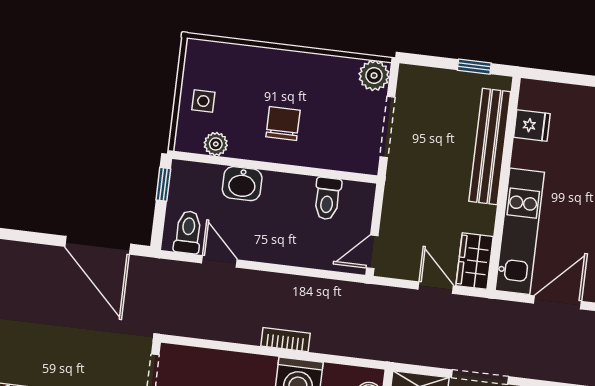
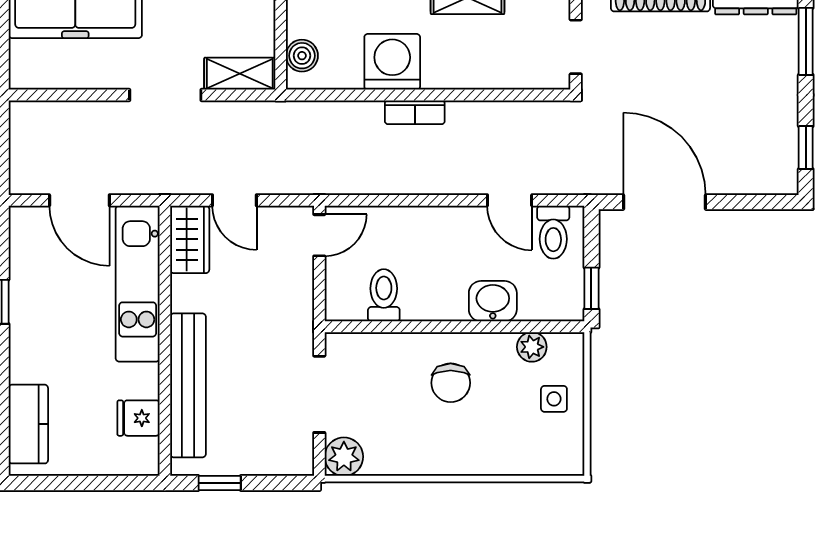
door: (558, 302) -> (79, 200), hinge flipped

